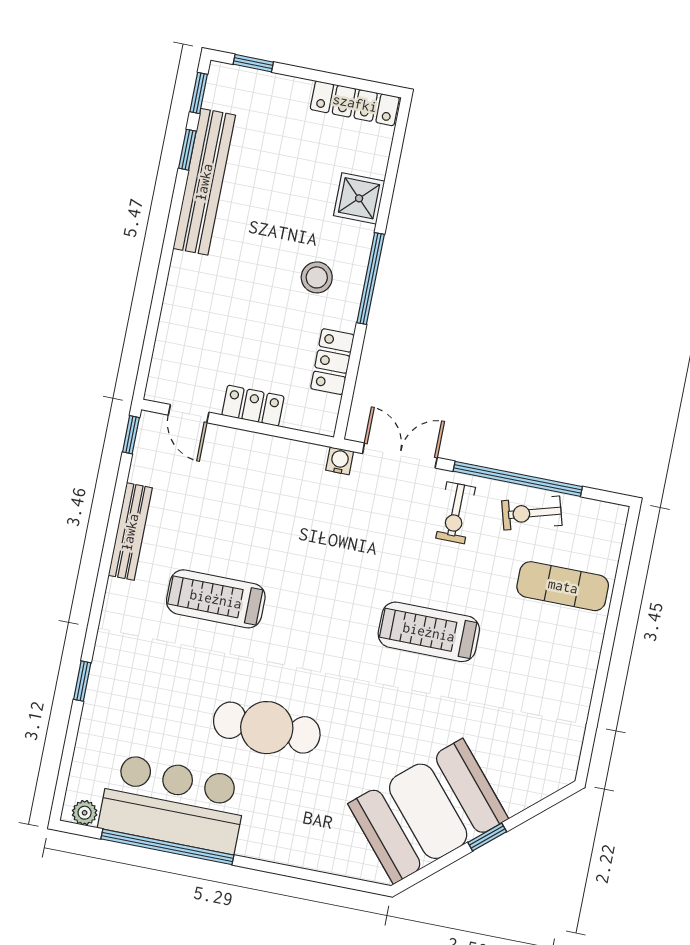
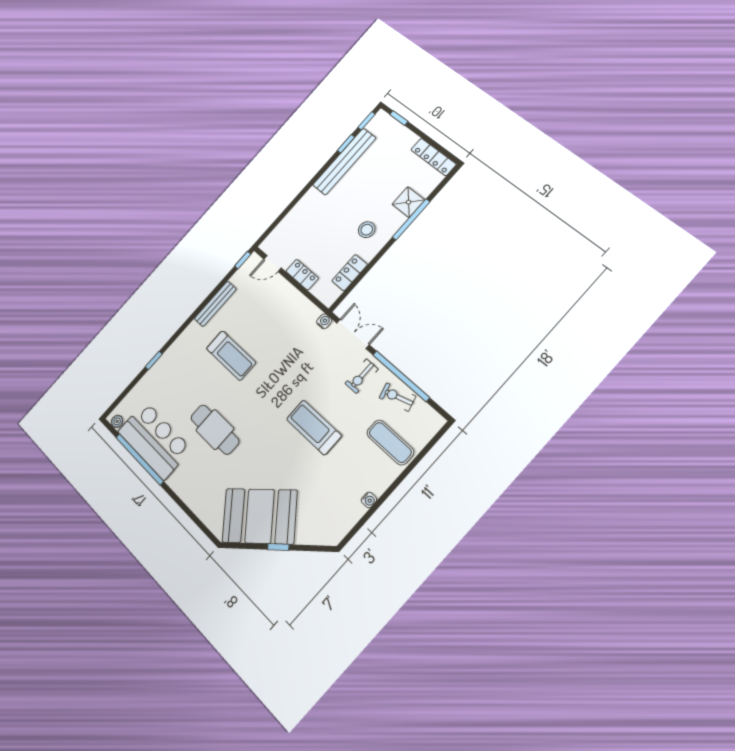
window: (371, 278) -> (411, 219), moved
door: (189, 414) -> (273, 264), hinge flipped
treadmill: (216, 599) -> (231, 356), turned 180
water cooler: (583, 687) -> (369, 500), added

